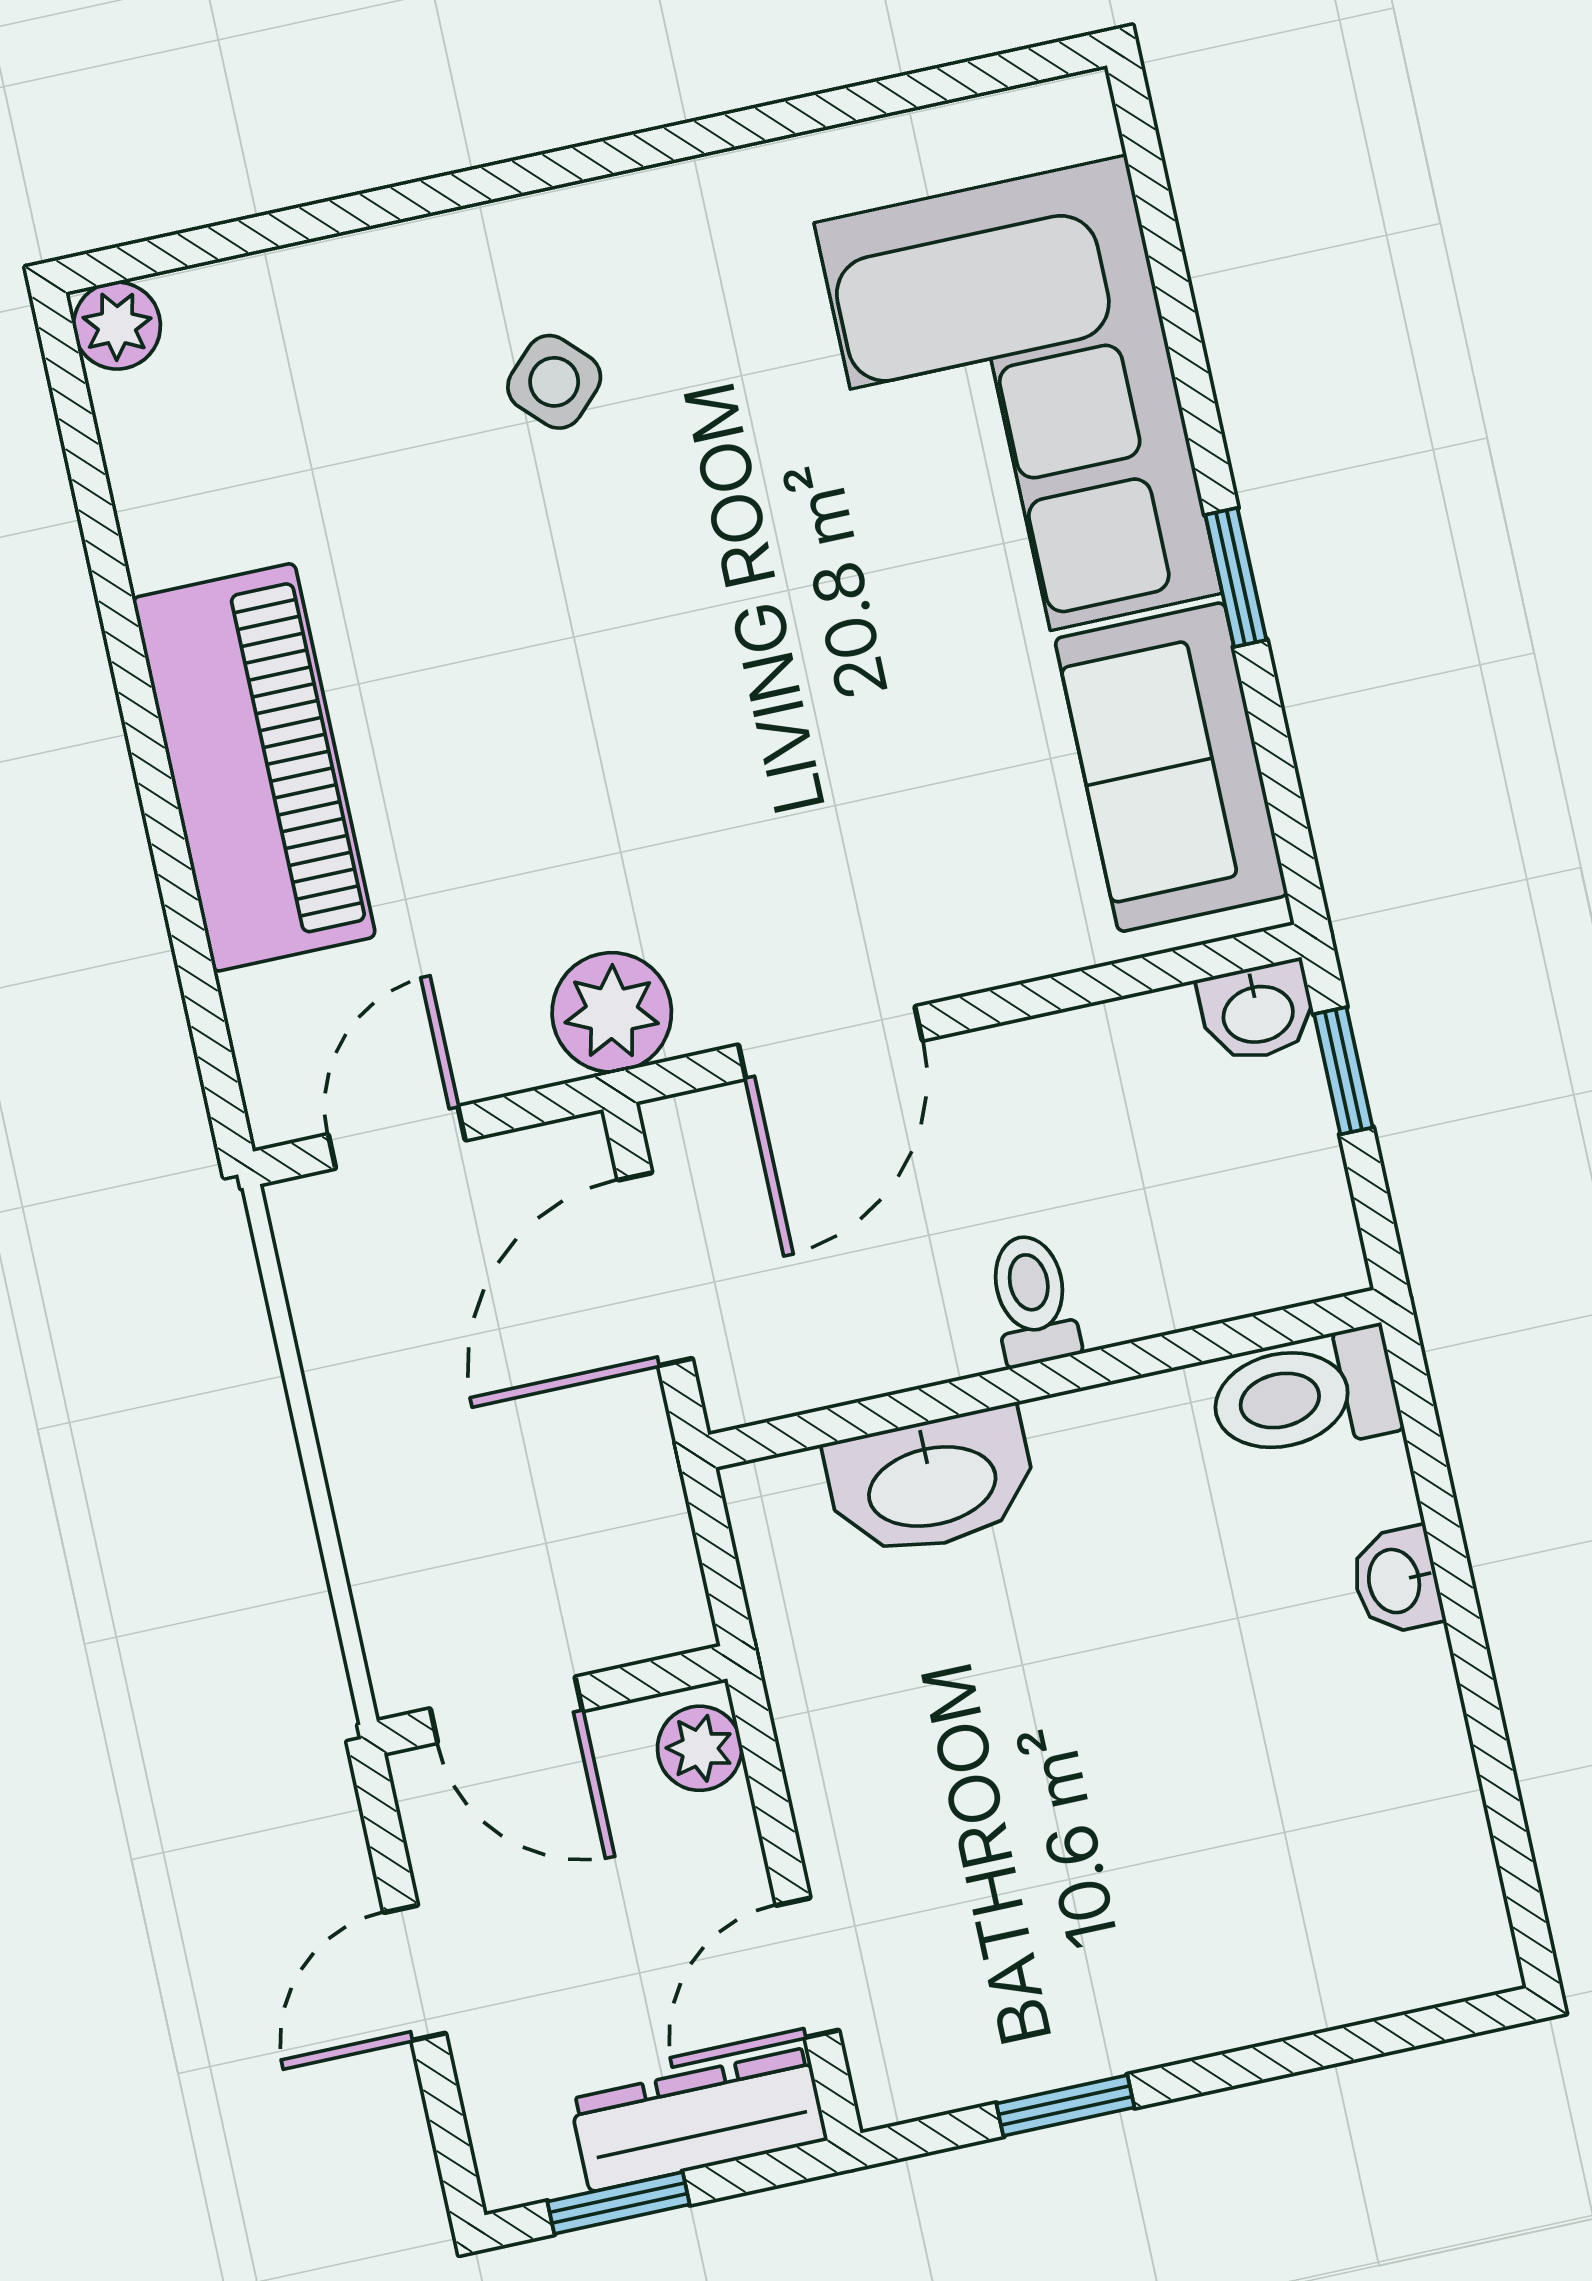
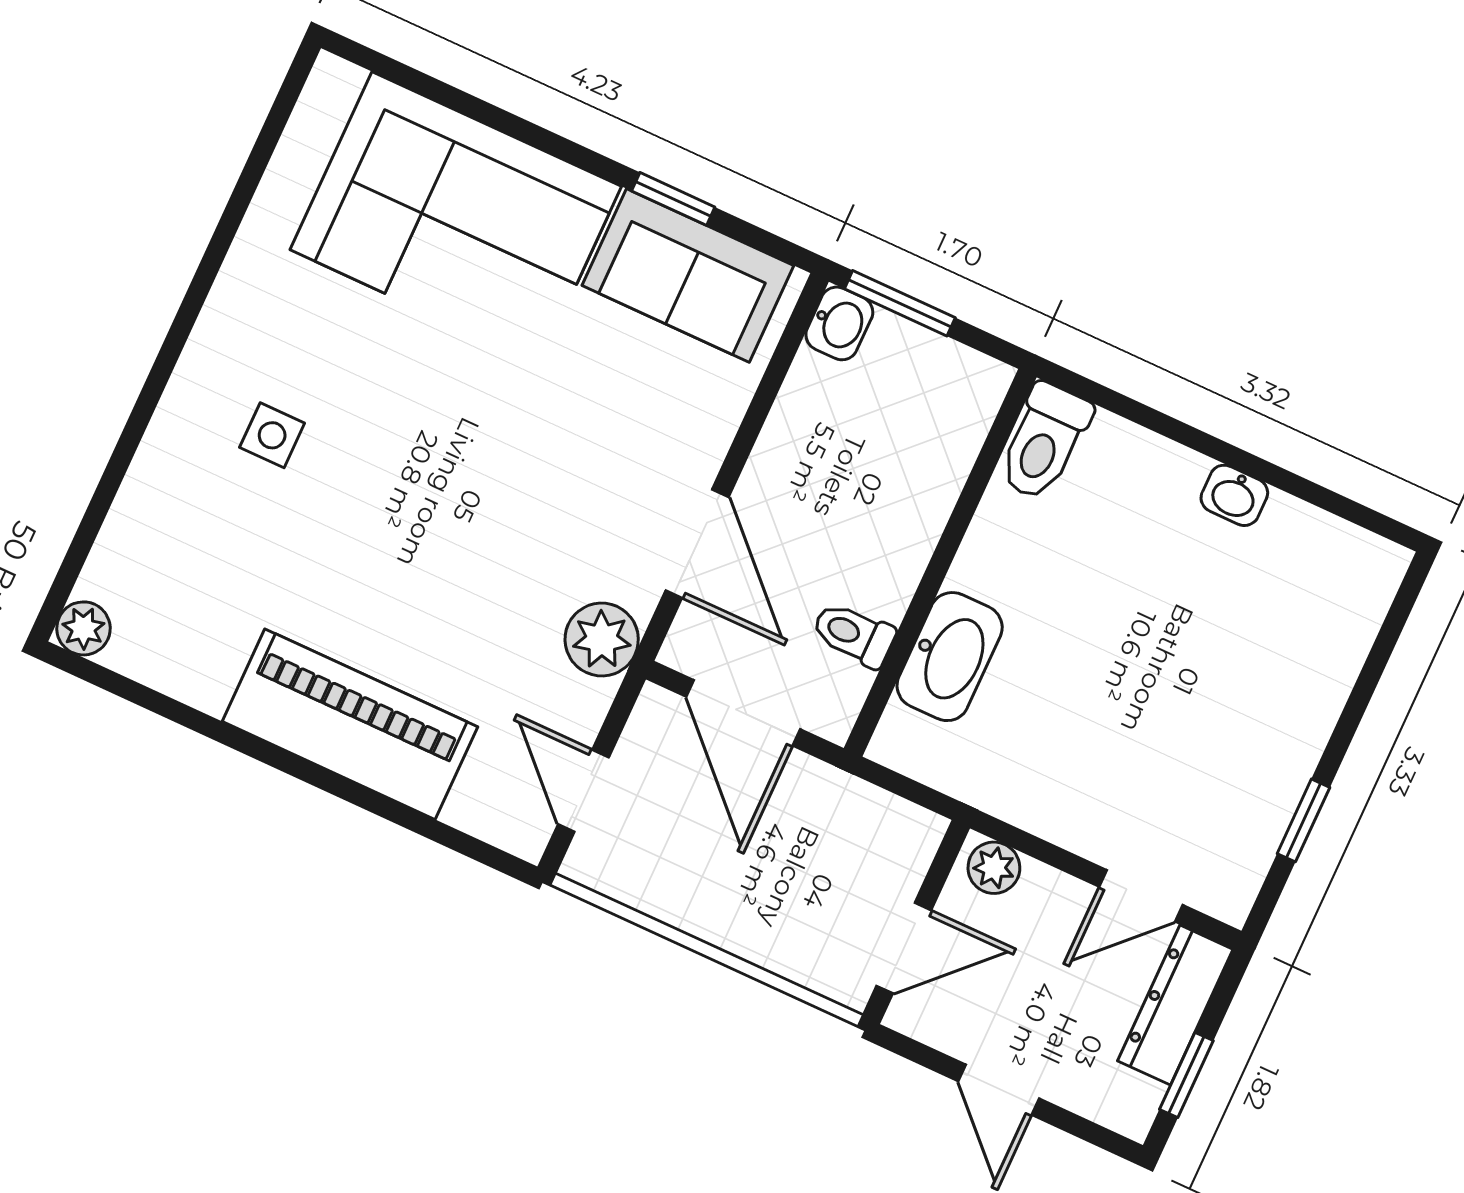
side table: (554, 382) -> (272, 435), turned 45
window: (1236, 577) -> (673, 199), moved
window: (1343, 1071) -> (900, 303), width x1.50
toilet: (1032, 1300) -> (854, 634), moved
washbasin: (1396, 1581) -> (1234, 495), moved
door: (807, 1968) -> (1141, 896), hinge flipped

